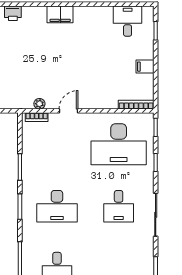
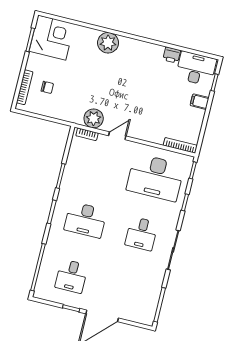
printer: (13, 13) -> (172, 55), moved
filing cabinet: (60, 14) -> (131, 46), removed
plant: (35, 17) -> (108, 43), added
desk: (128, 21) -> (196, 69), width x1.37
filing cabinet: (145, 67) -> (200, 102), moved
plant: (39, 104) -> (94, 118), width x1.88, depth x1.88

